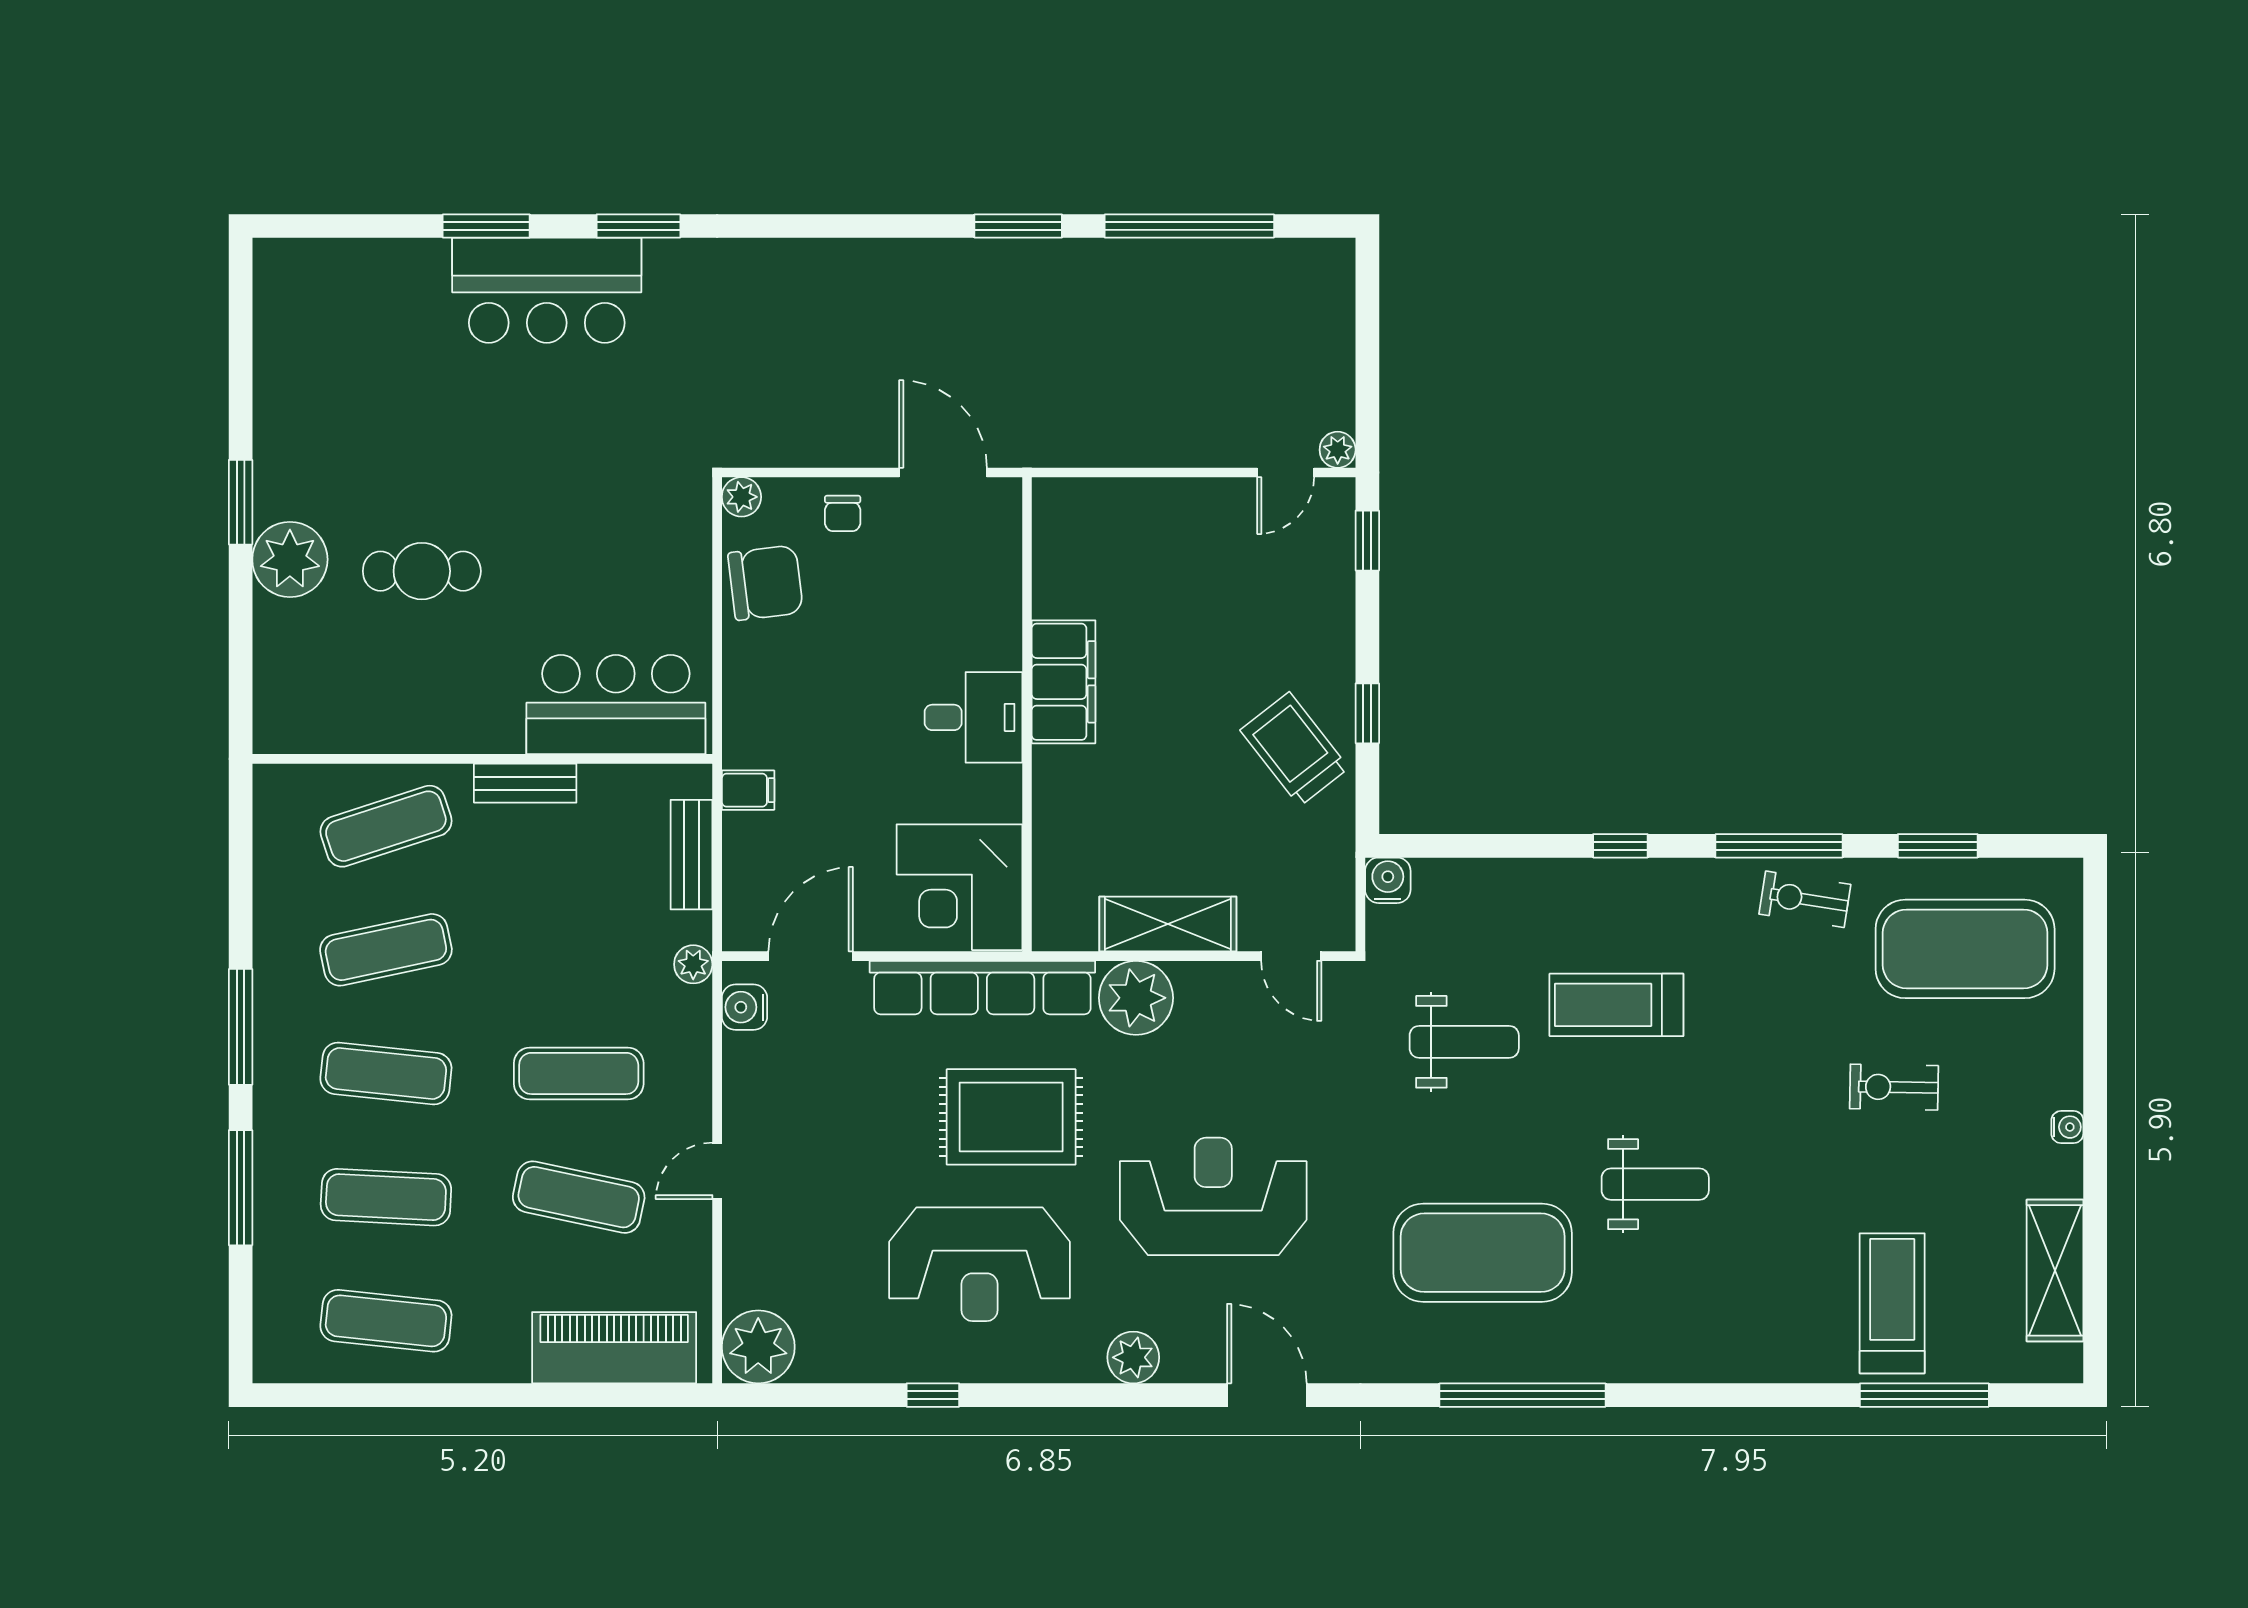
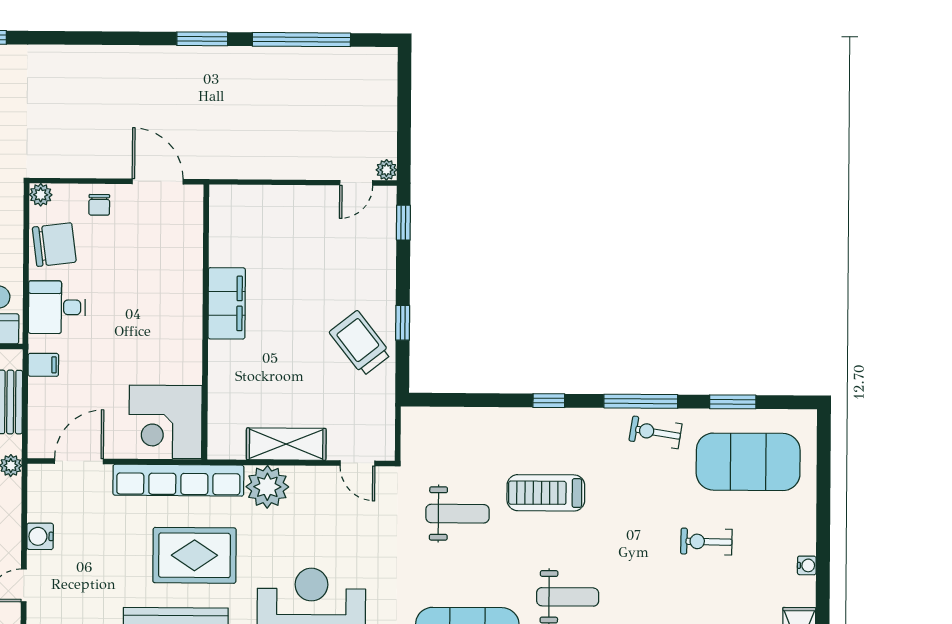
desk: (973, 717) -> (57, 307), moved, turned 180
water cooler: (1388, 880) -> (414, 420), removed
water cooler: (744, 1007) -> (40, 536), moved

